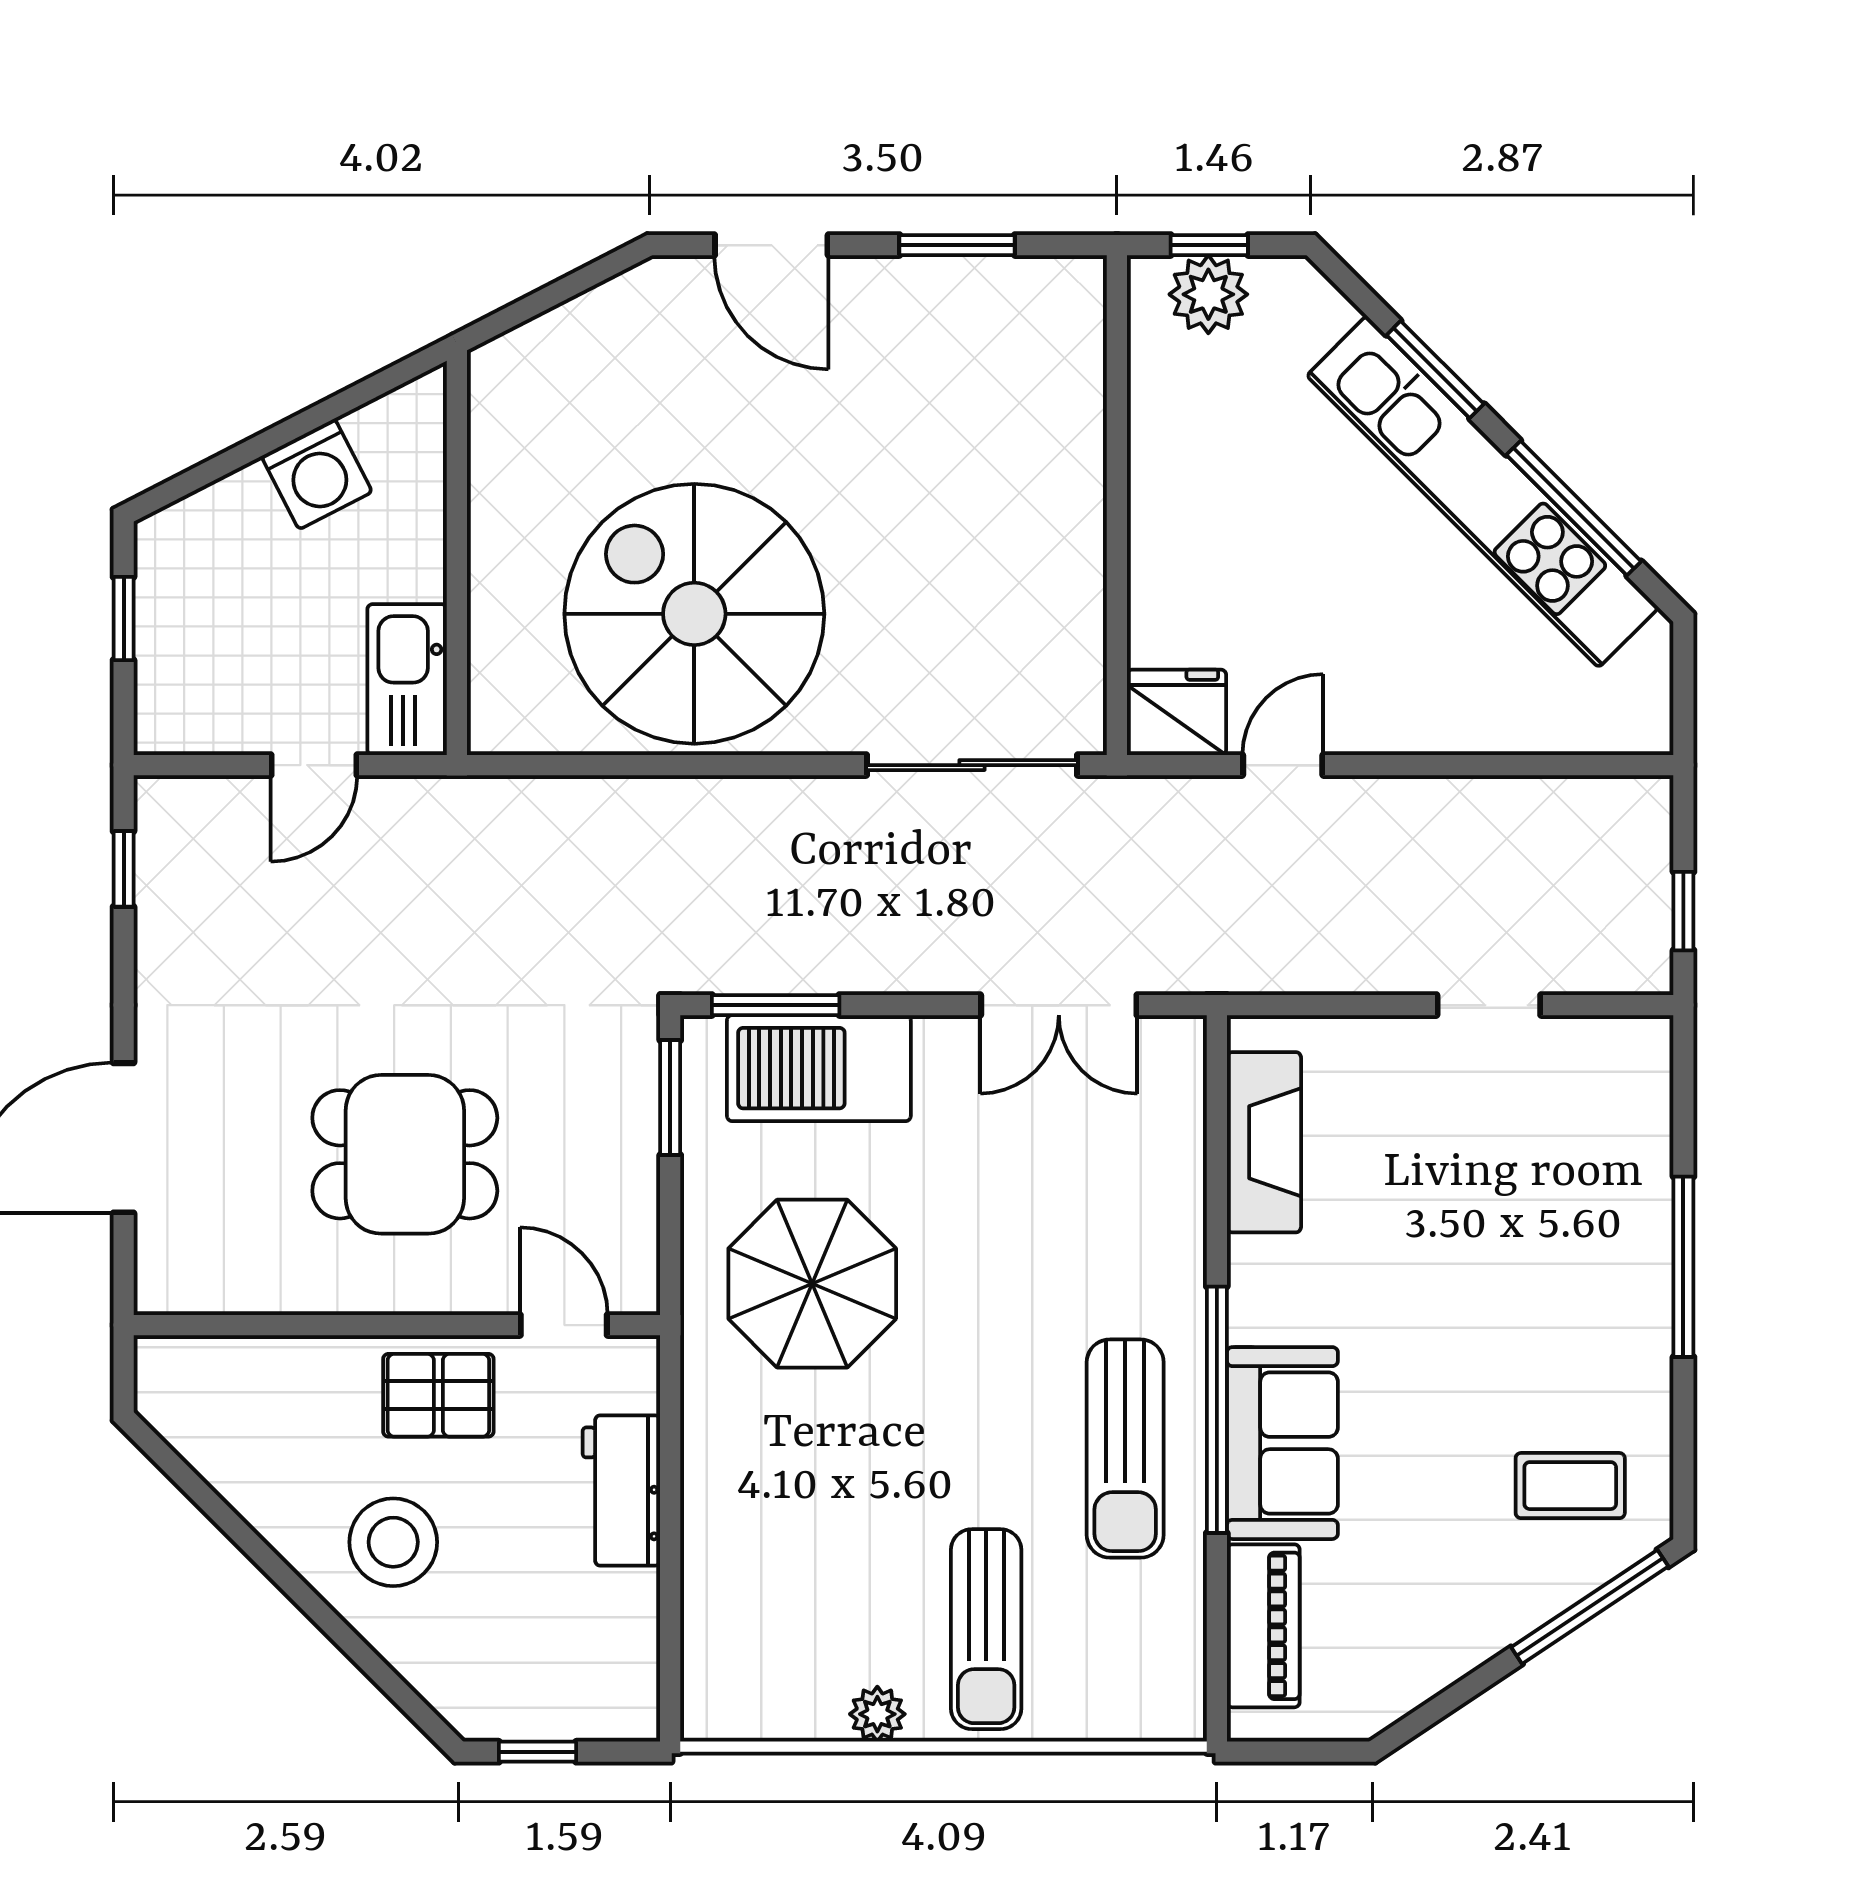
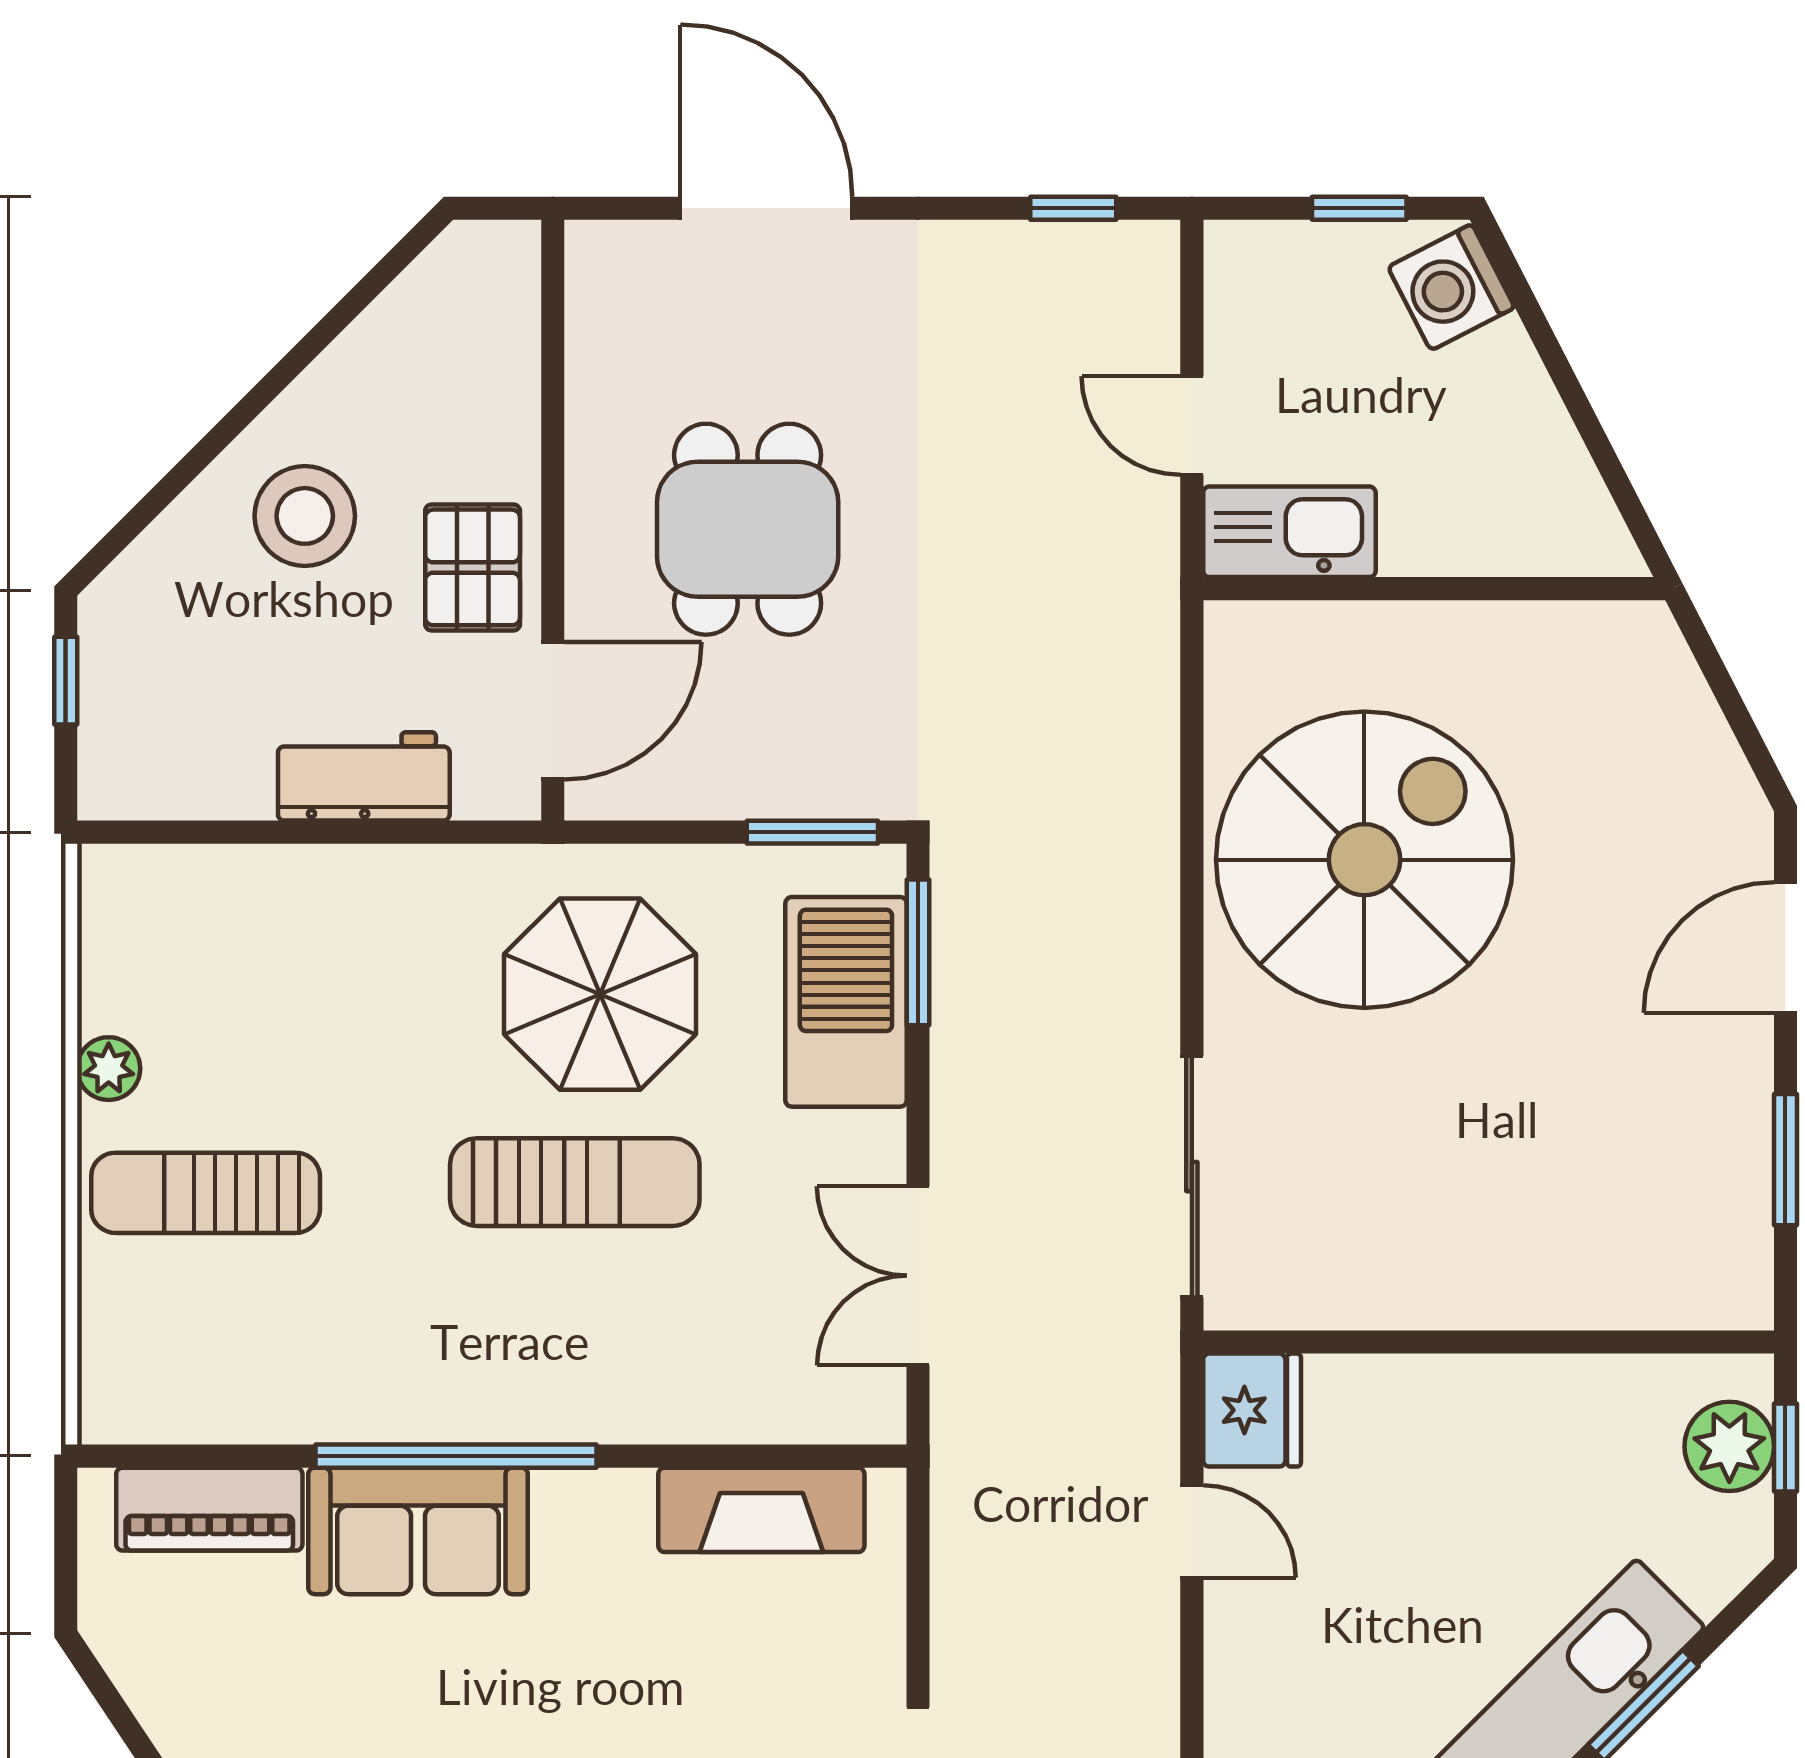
washing machine: (317, 474) -> (1451, 287), moved
door: (564, 1325) -> (553, 711), width x1.38
sun lounger: (1125, 1449) -> (575, 1182), moved, turned 180

